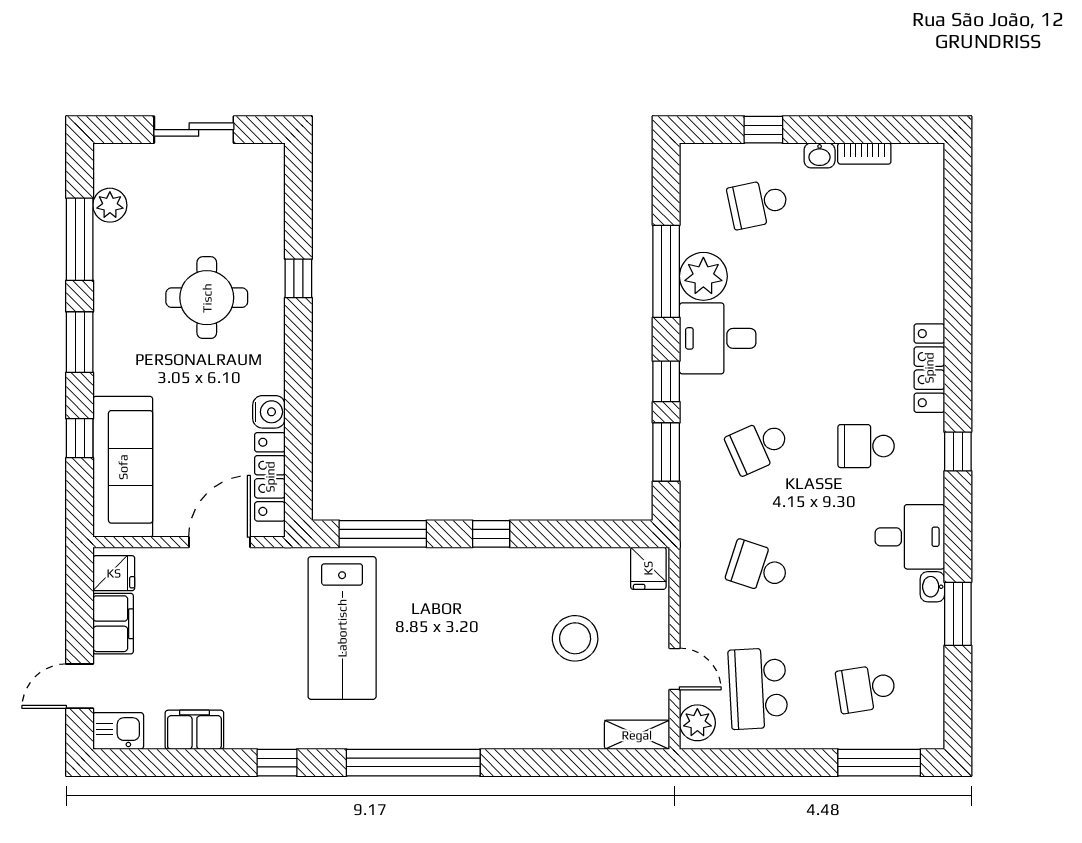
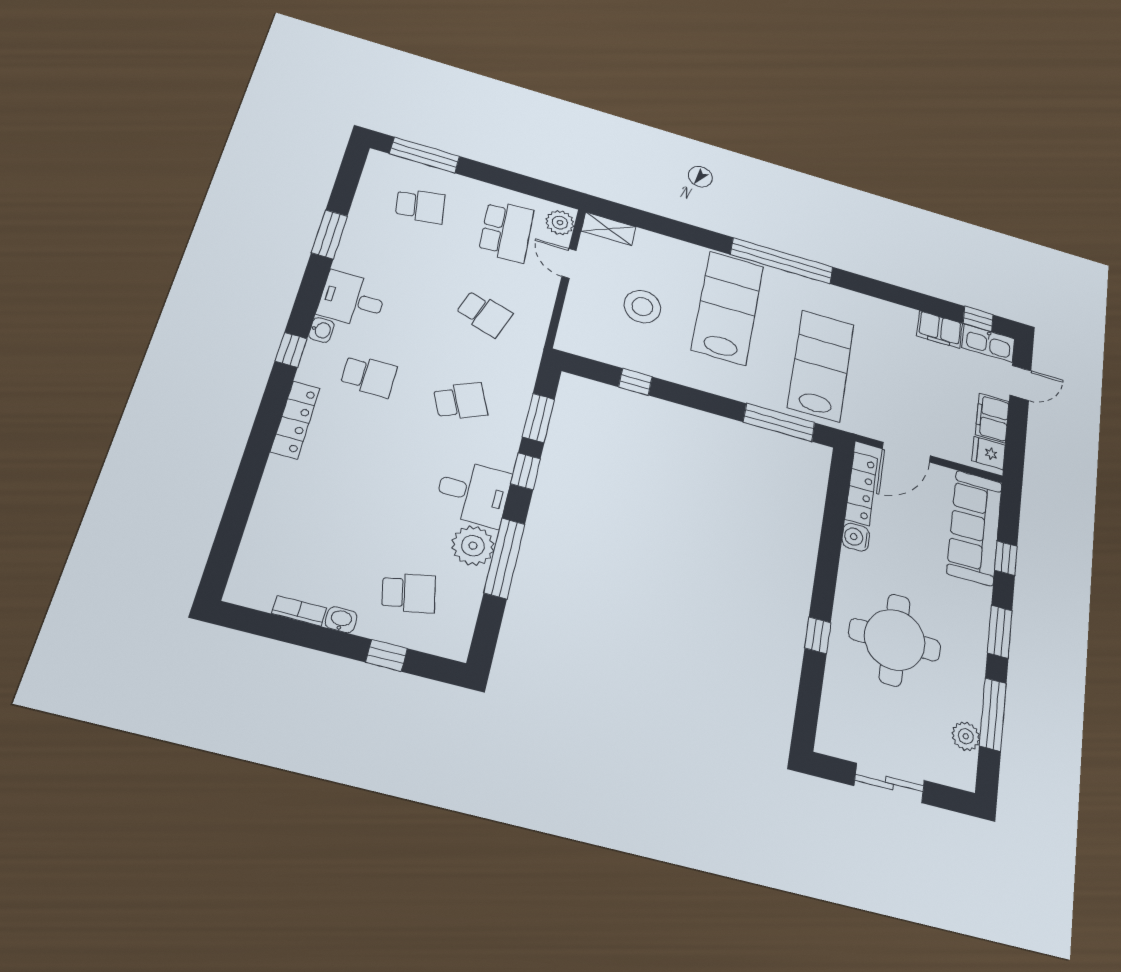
round table: (207, 298) -> (895, 640), width x1.36, depth x1.36
window: (491, 534) -> (635, 382), moved
fridge: (648, 568) -> (573, 338), removed
washbasin: (932, 587) -> (321, 330), moved
lab bench: (471, 671) -> (728, 308), added
kitchen sink: (118, 731) -> (988, 343), width x1.38
window: (277, 763) -> (978, 319), moved

